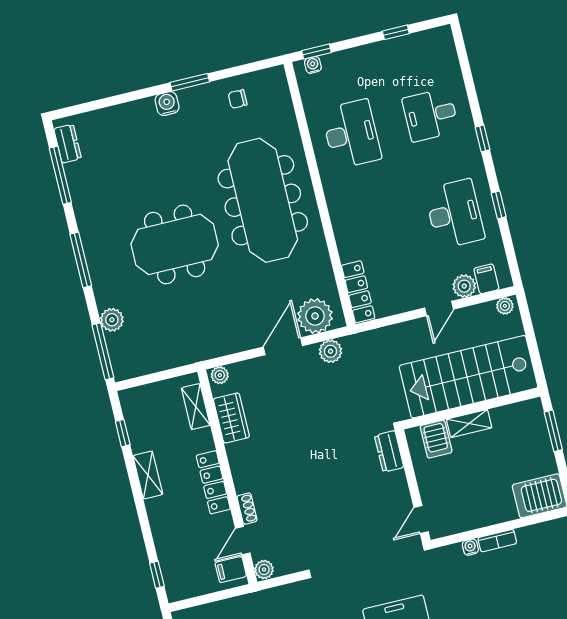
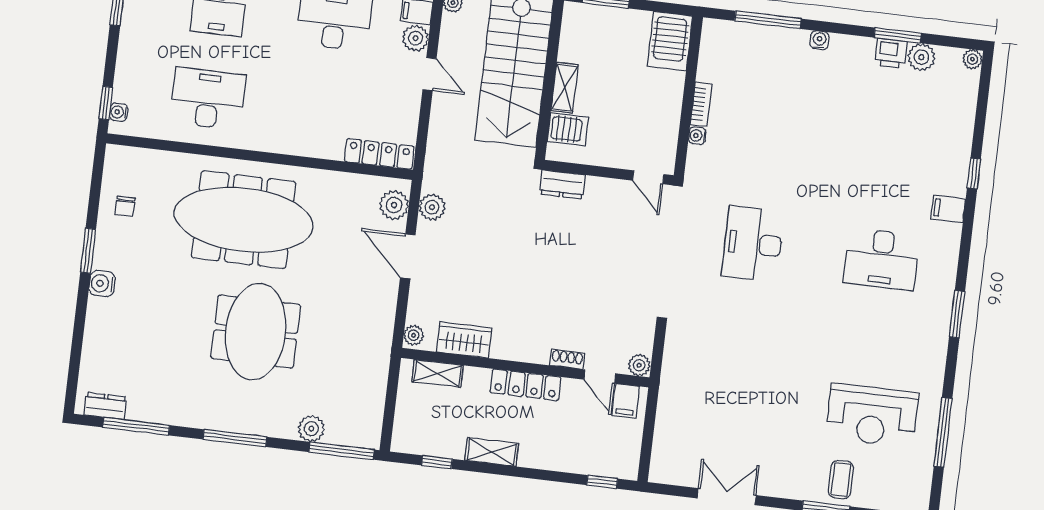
plant: (315, 316) -> (394, 205), width x0.73, depth x0.73

